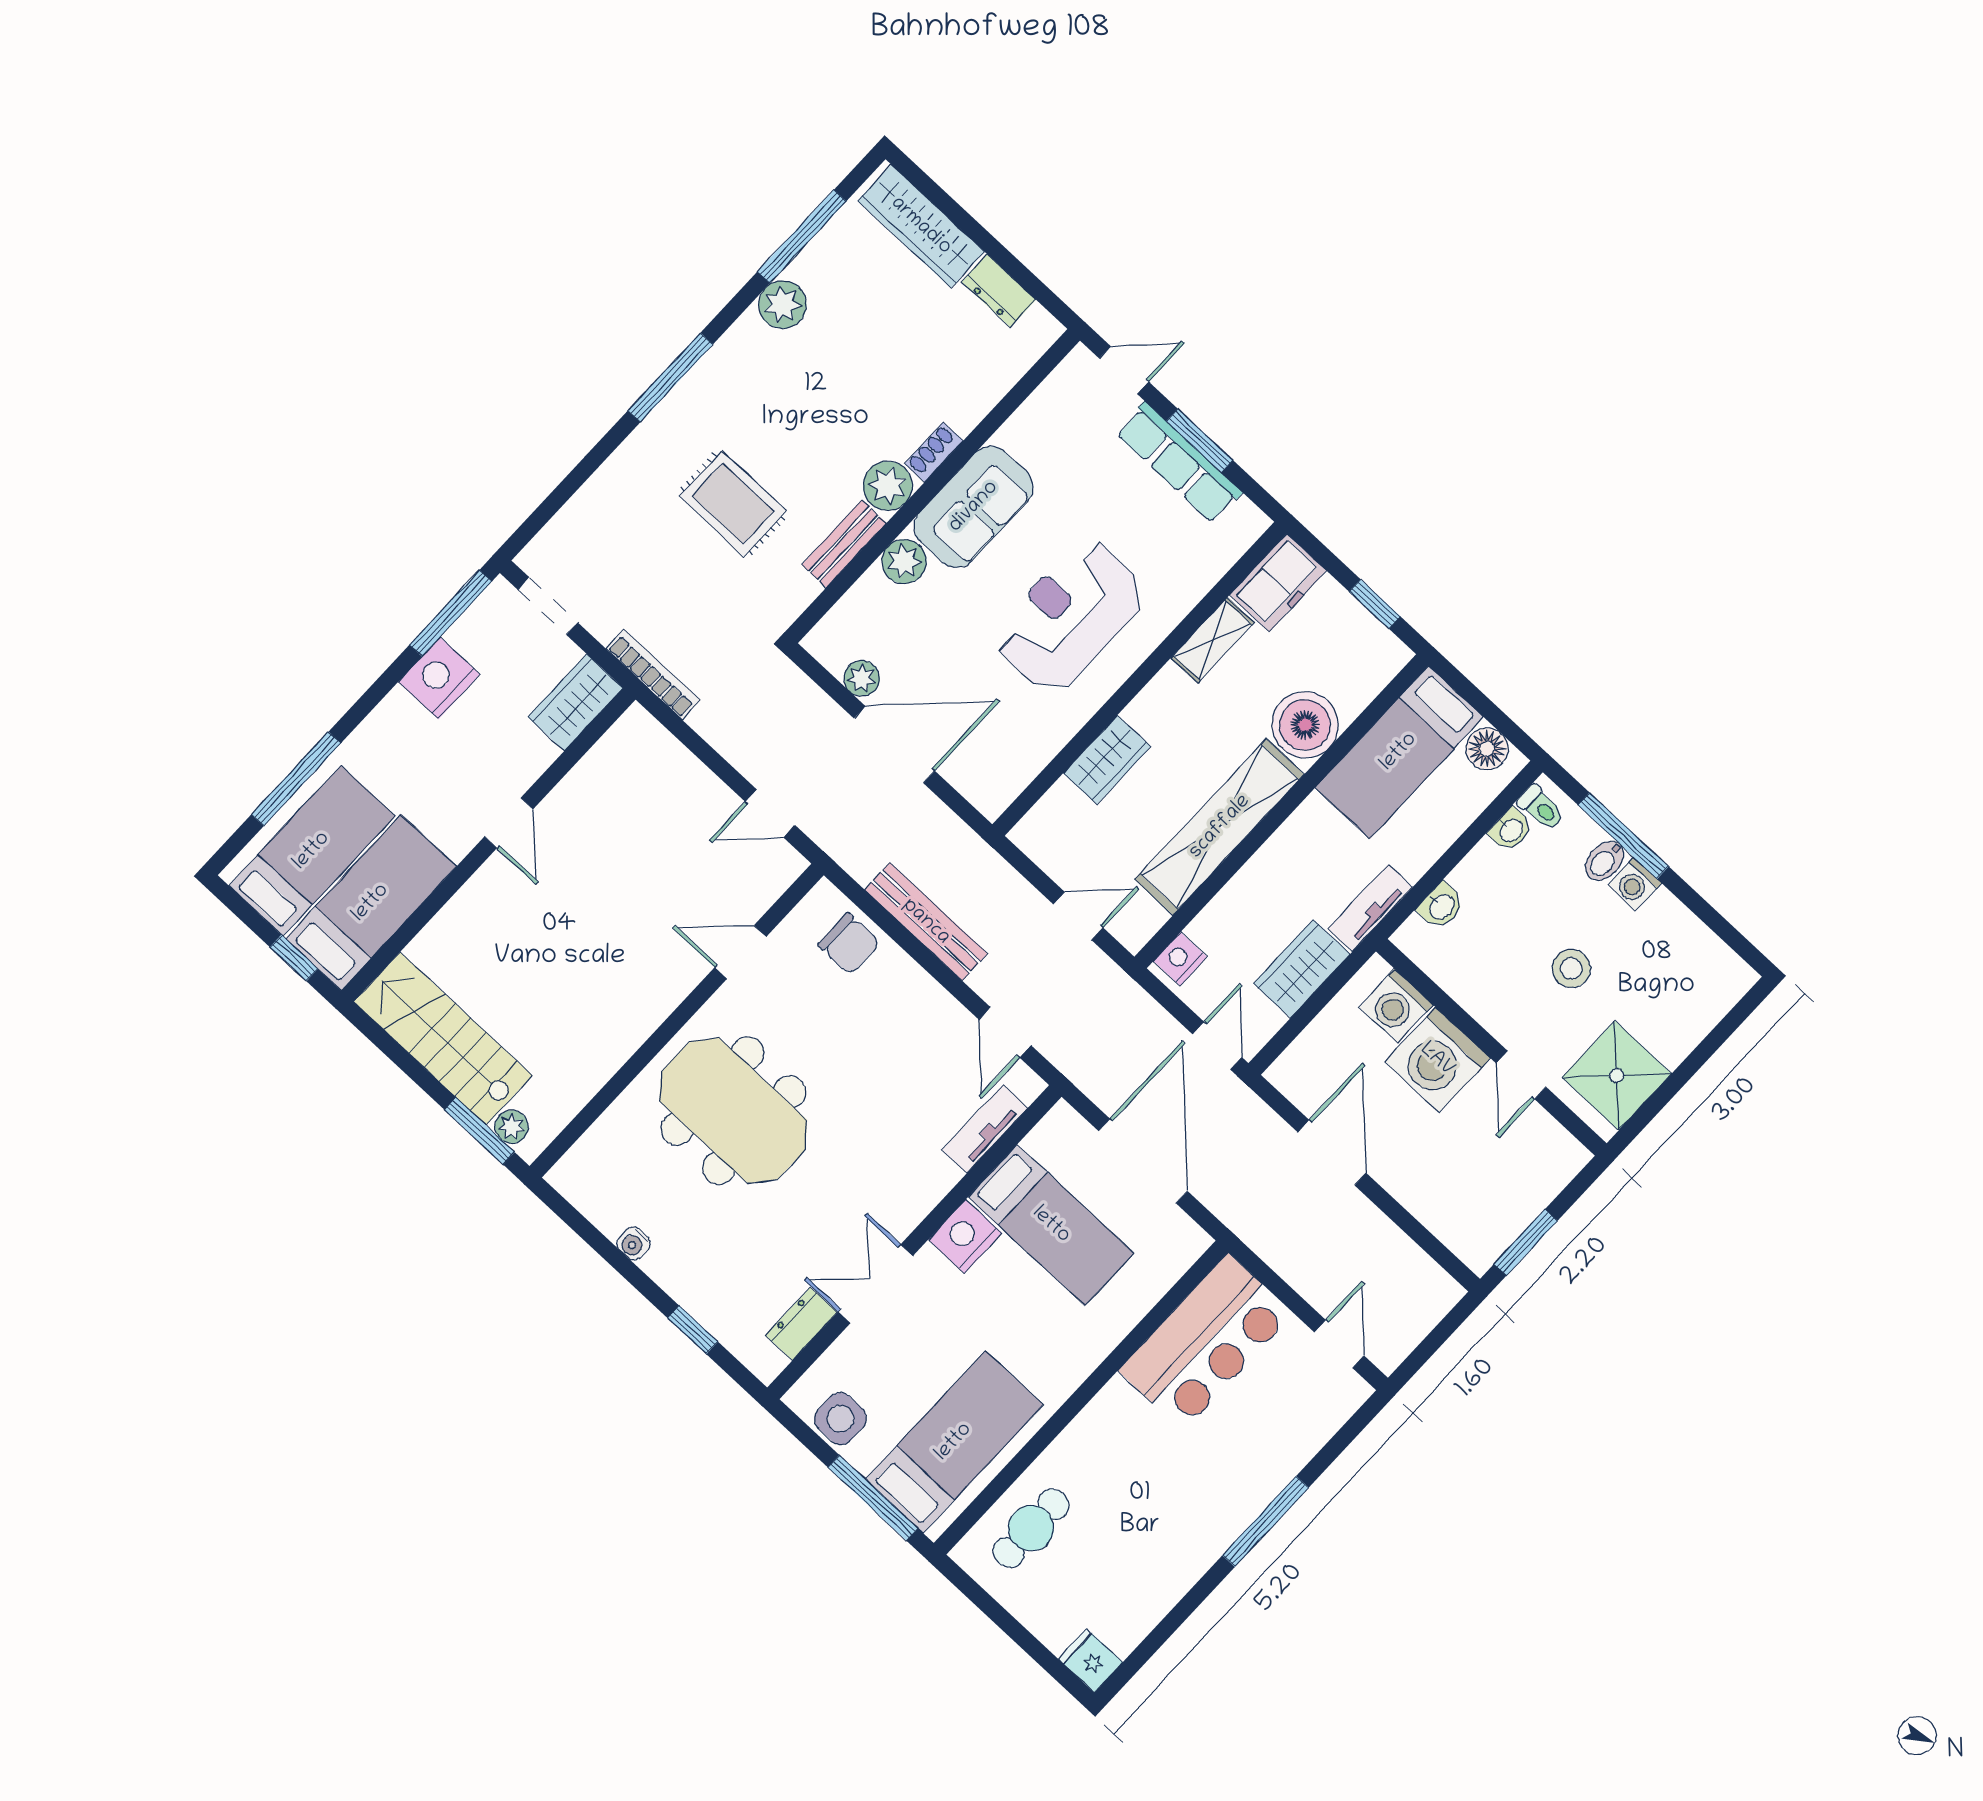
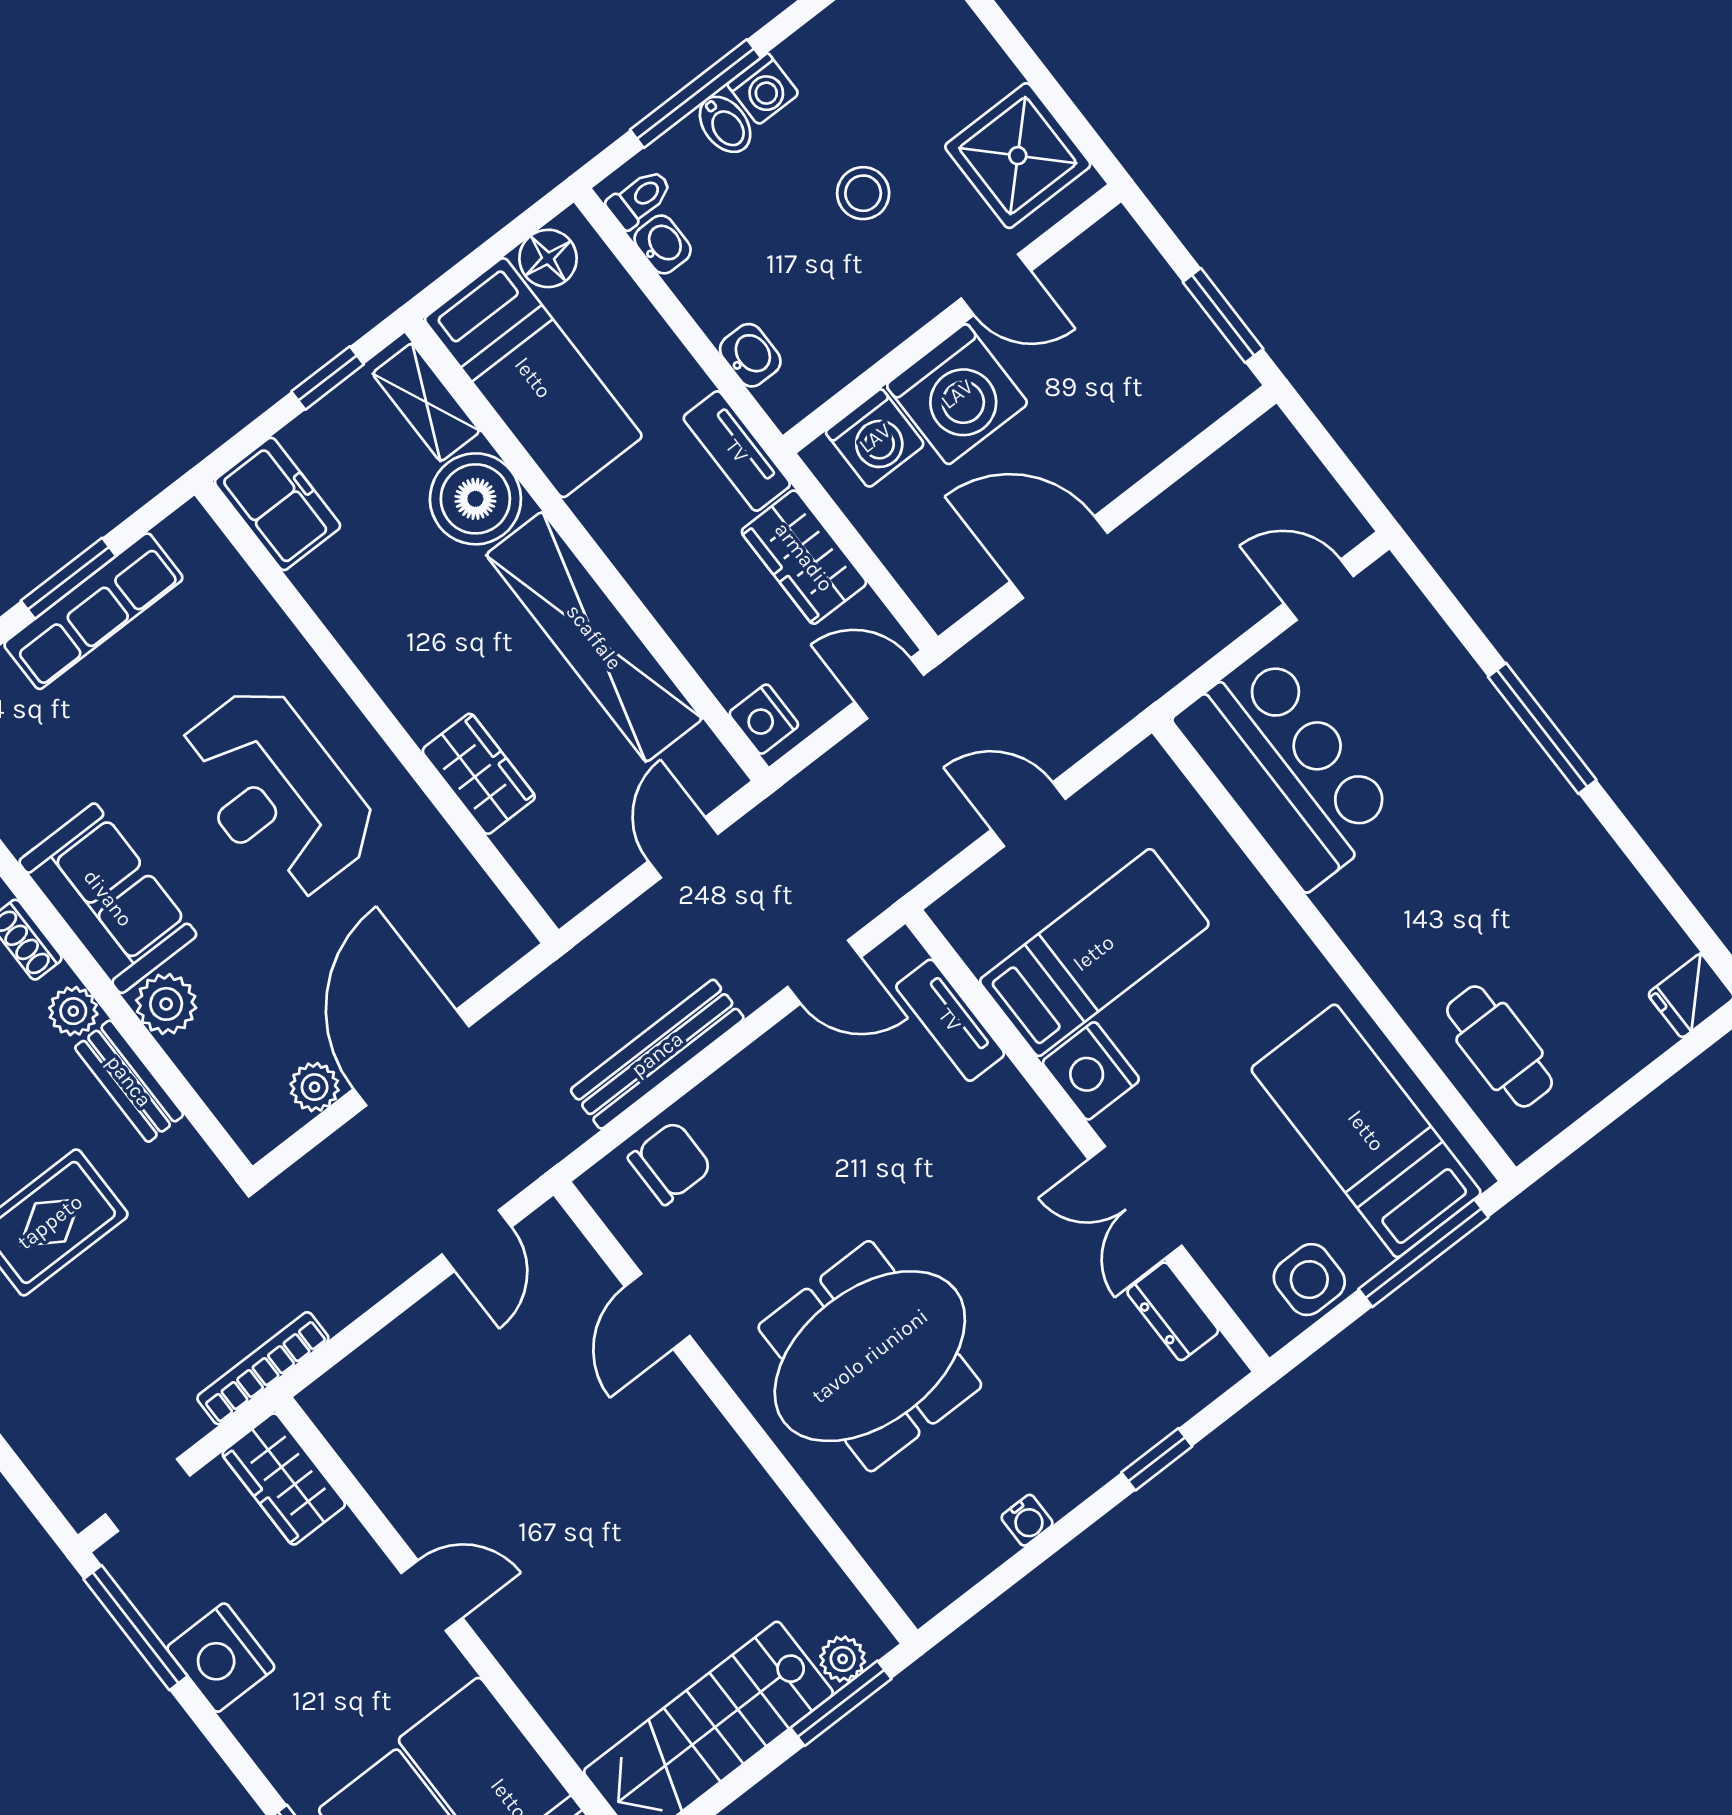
plant: (888, 486) -> (73, 1011), width x0.73, depth x0.73
shelving: (1213, 640) -> (426, 402), moved
door: (1143, 1161) -> (1028, 814), width x0.53

